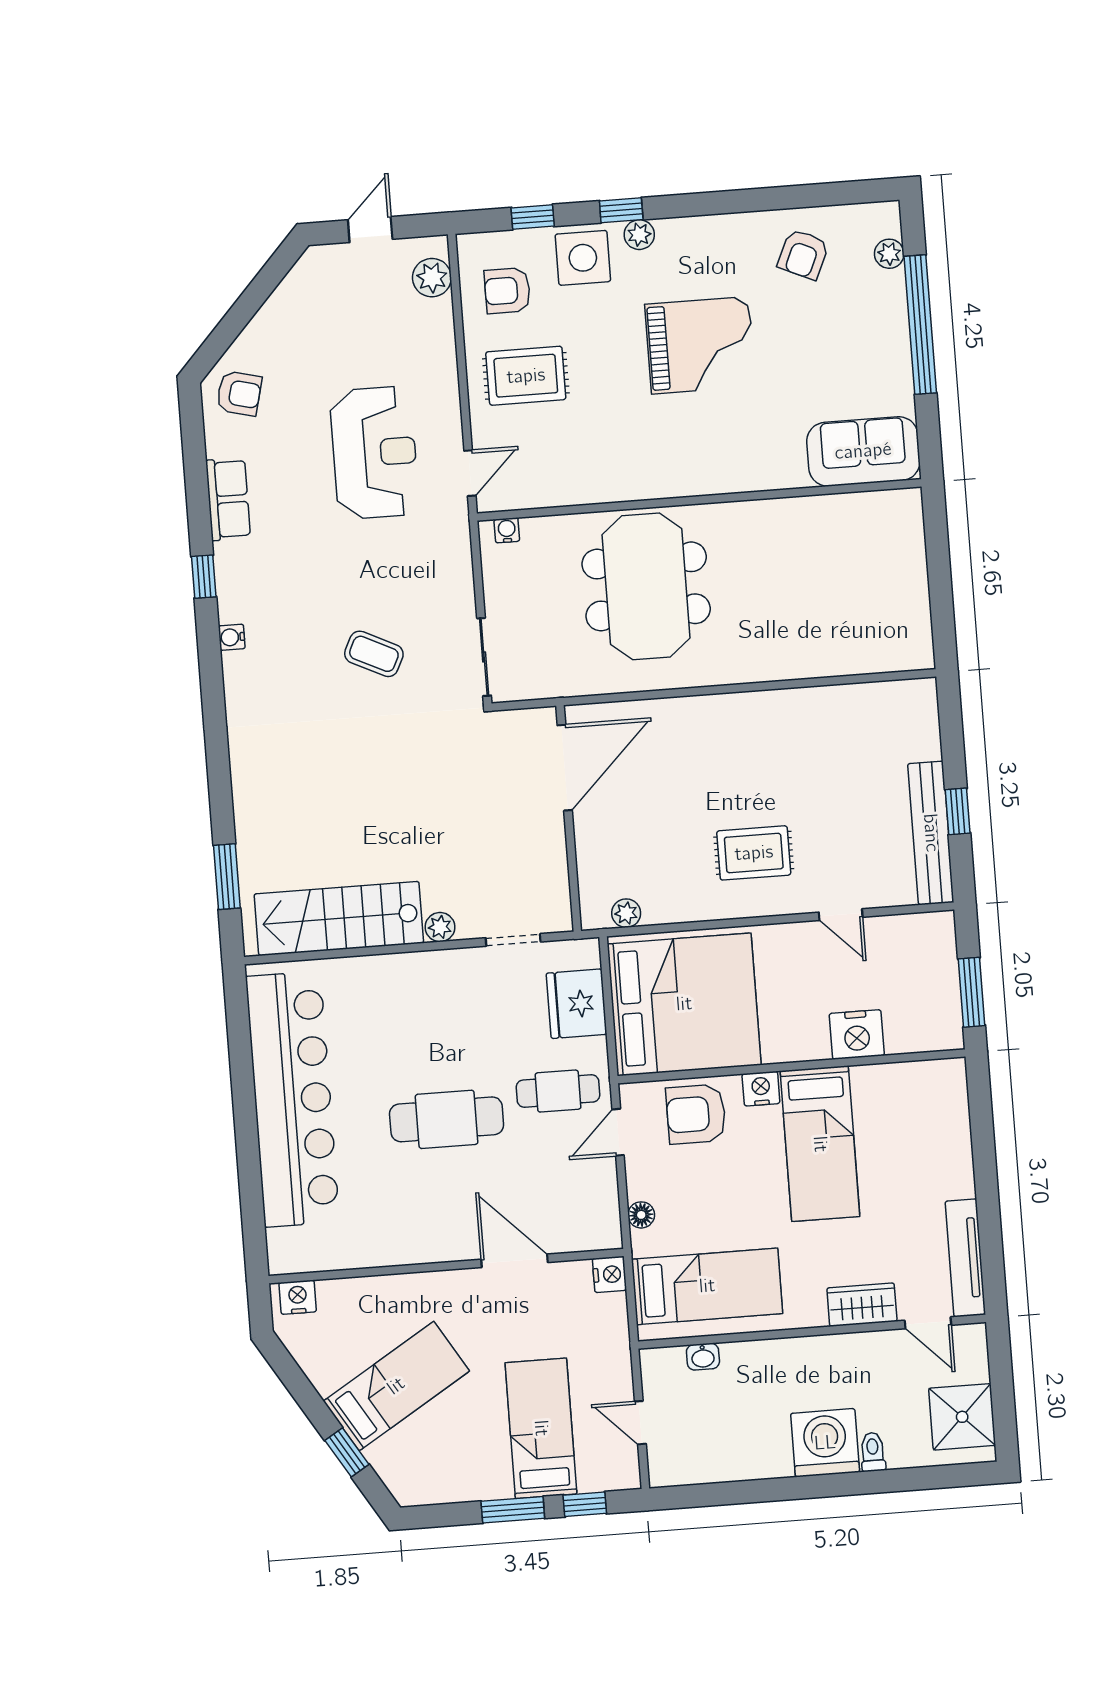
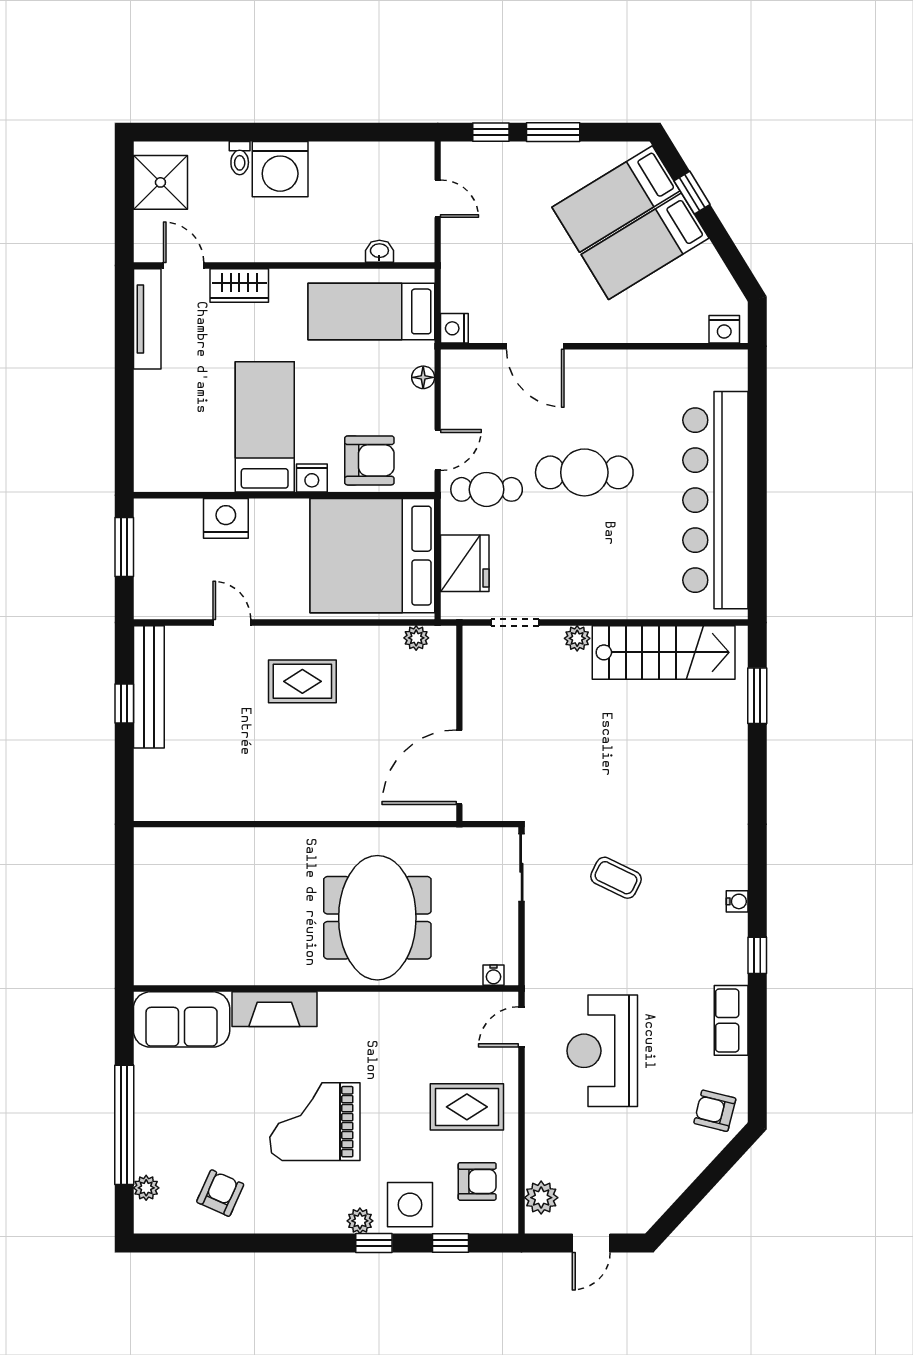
fireplace: (757, 472) -> (274, 1009), added
bed: (541, 1428) -> (616, 199), moved, turned 59

